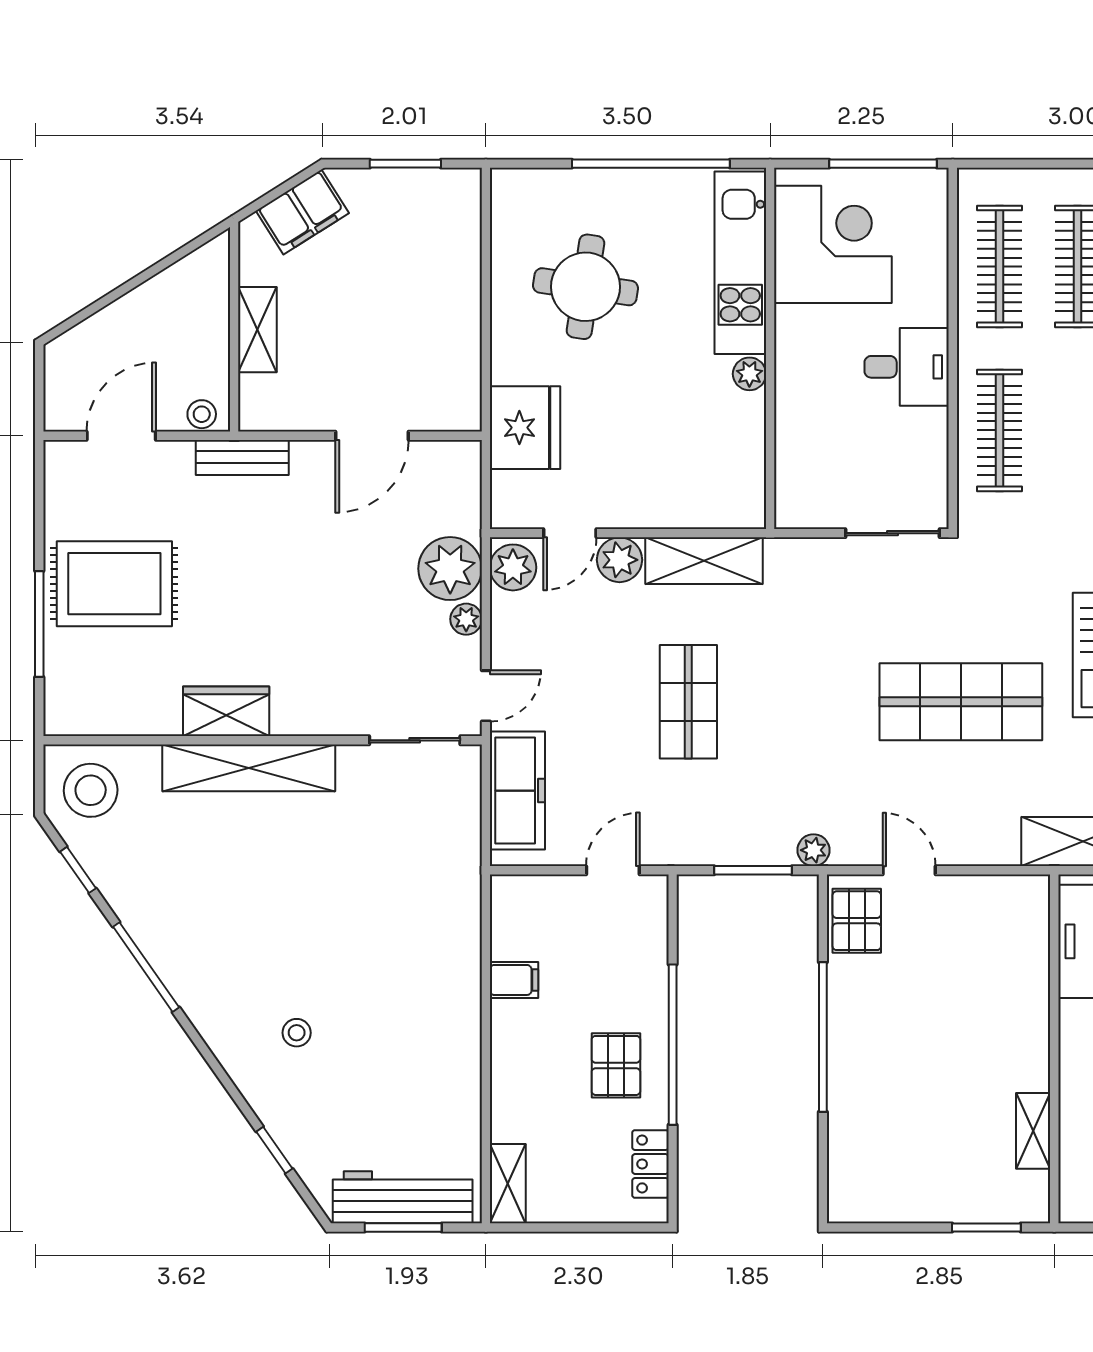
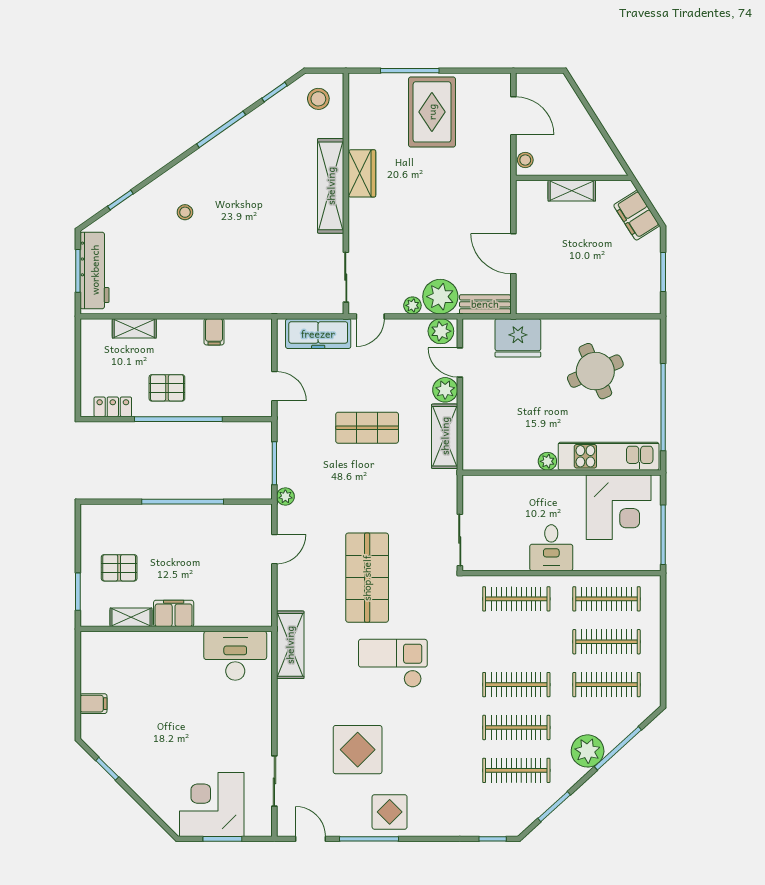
round table: (585, 287) -> (595, 371), turned -31
bench: (242, 457) -> (485, 304), moved, turned 90
door: (486, 696) -> (370, 316), hinge flipped
stool: (91, 790) -> (318, 99), width x0.73, depth x0.73
pallet: (857, 921) -> (119, 568), moved
filing cabinet: (1026, 1053) -> (174, 613), added
shelving: (508, 1184) -> (134, 328), moved

